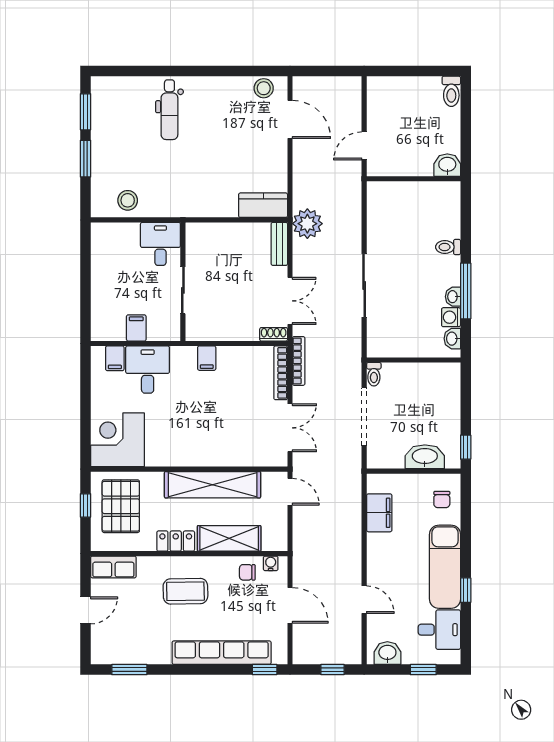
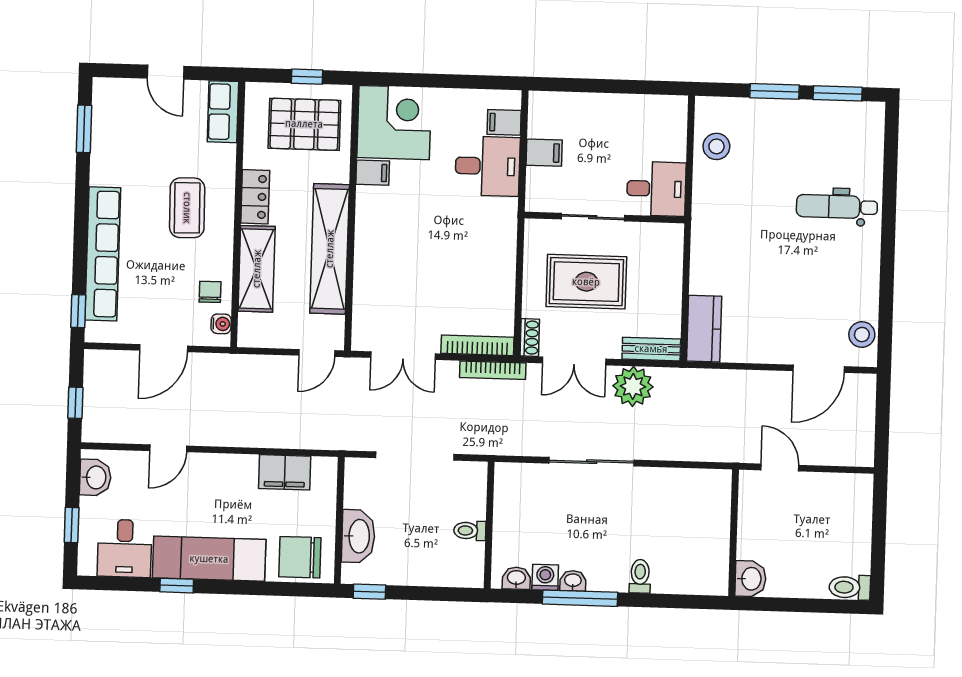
plant: (307, 224) -> (633, 386), moved
rug: (231, 294) -> (586, 282), added
filing cabinet: (207, 358) -> (373, 173), moved, turned 180
toilet: (374, 374) -> (470, 531), moved
chair: (442, 499) -> (300, 557), width x1.87, depth x1.87

